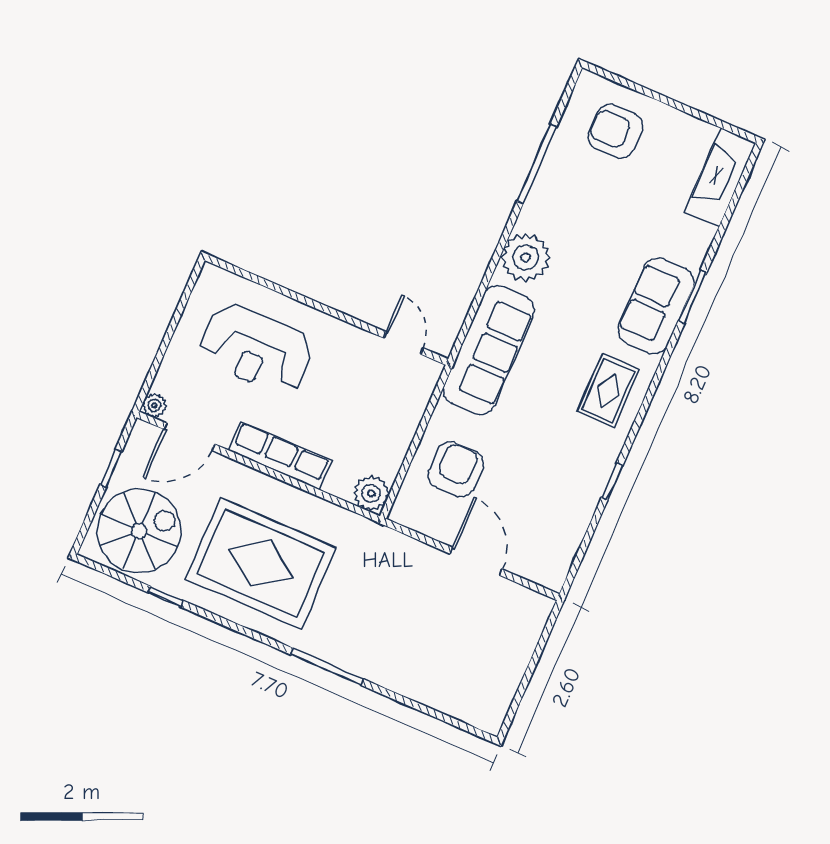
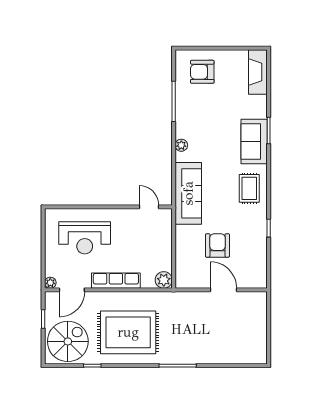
plant: (526, 257) -> (181, 145), width x0.53, depth x0.53
armchair: (456, 469) -> (217, 245), moved

